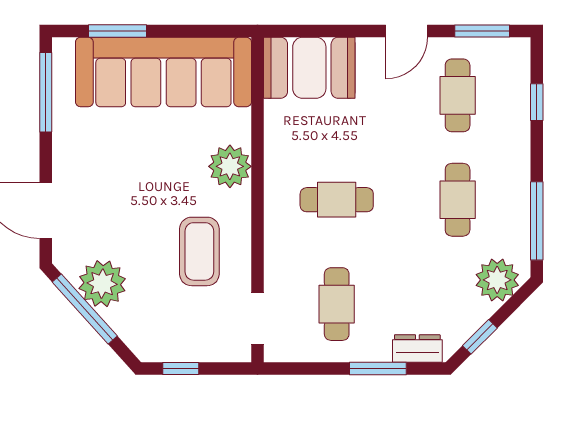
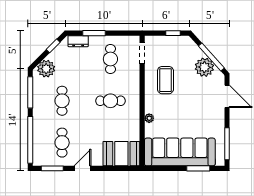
window: (537, 102) -> (30, 140), width x3.17
plant: (230, 166) -> (149, 118), width x0.53, depth x0.53

